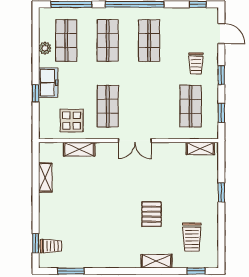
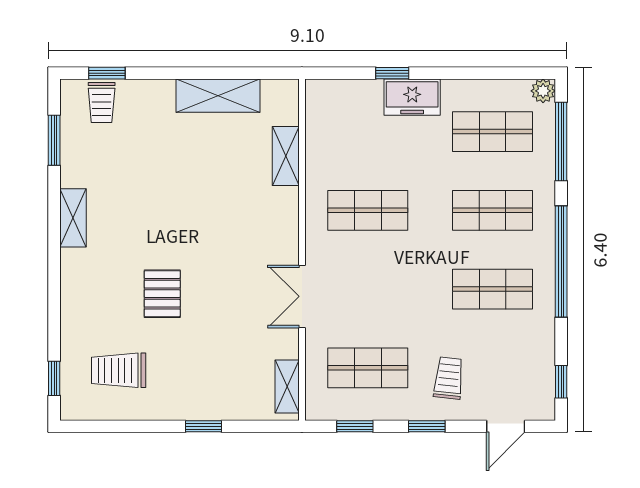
plant: (45, 48) -> (543, 91), moved
trolley: (196, 64) -> (449, 378), turned 96
display table: (72, 121) -> (340, 142), removed
double door: (135, 141) -> (302, 296), moved
shelving: (45, 177) -> (218, 96), width x1.50, depth x1.33
pallet: (152, 214) -> (162, 294), turned 90
shelving: (156, 261) -> (73, 218), moved

